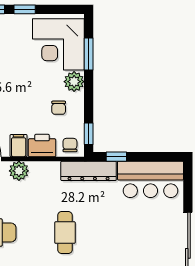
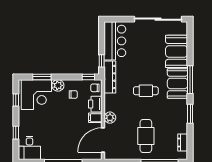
window: (25, 9) -> (16, 100), moved

